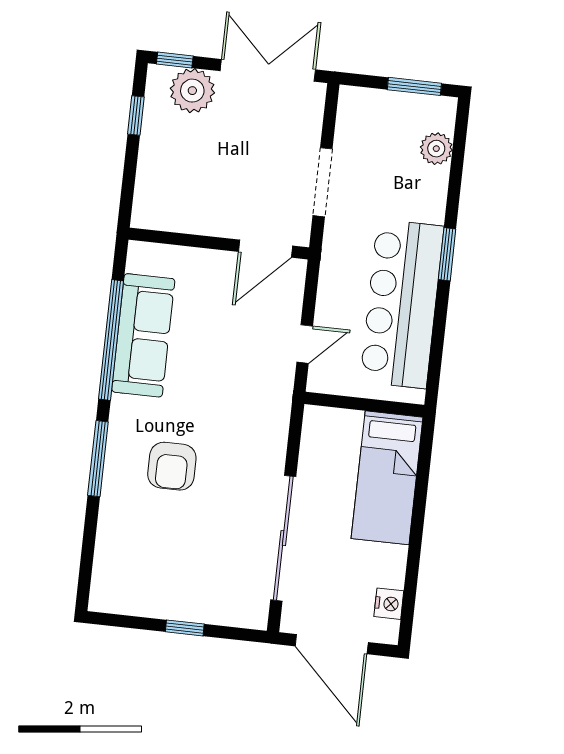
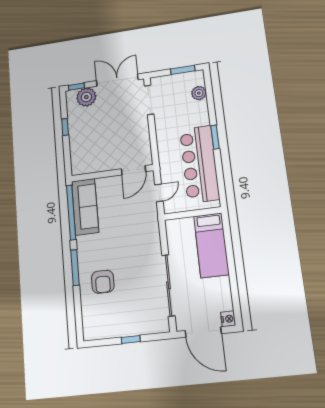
window: (136, 115) -> (65, 127), moved
doorway: (323, 182) -> (149, 100), moved
wall: (219, 244) -> (112, 173), moved
door: (265, 249) -> (133, 170), moved
armchair: (172, 466) -> (103, 282), moved
nightstand: (389, 604) -> (228, 319), moved

